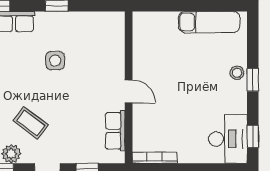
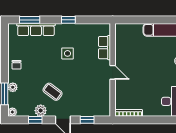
row of seats: (115, 131) -> (104, 48), moved

